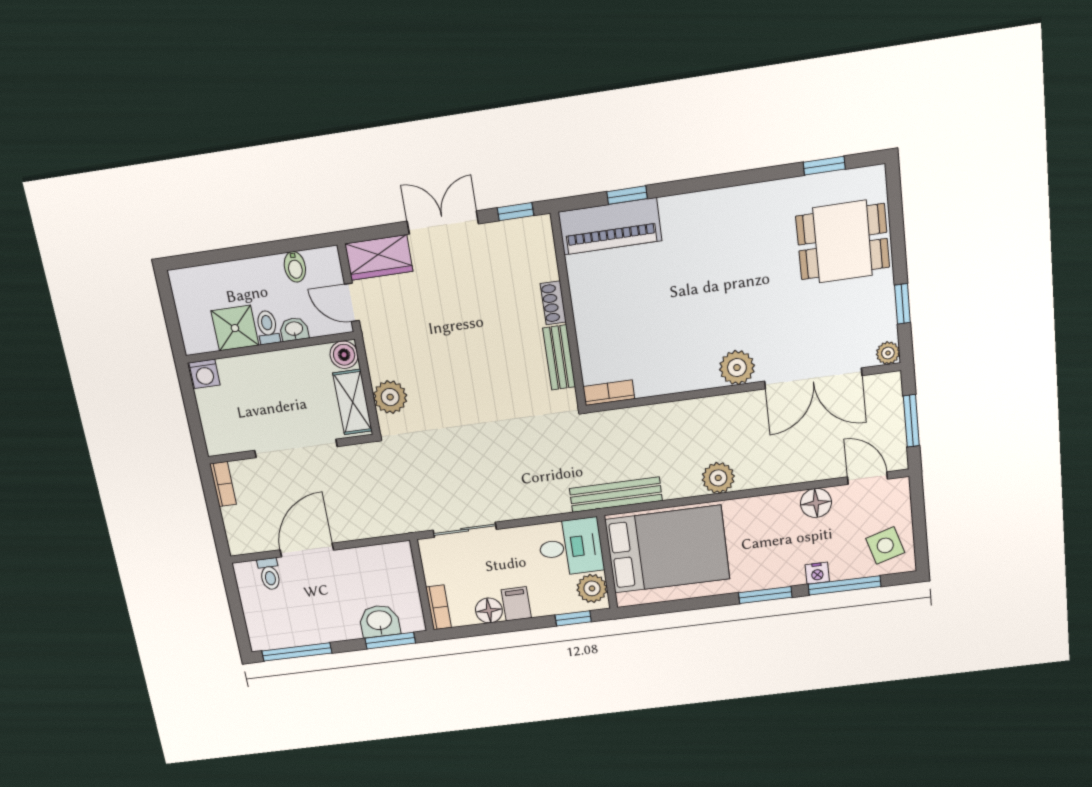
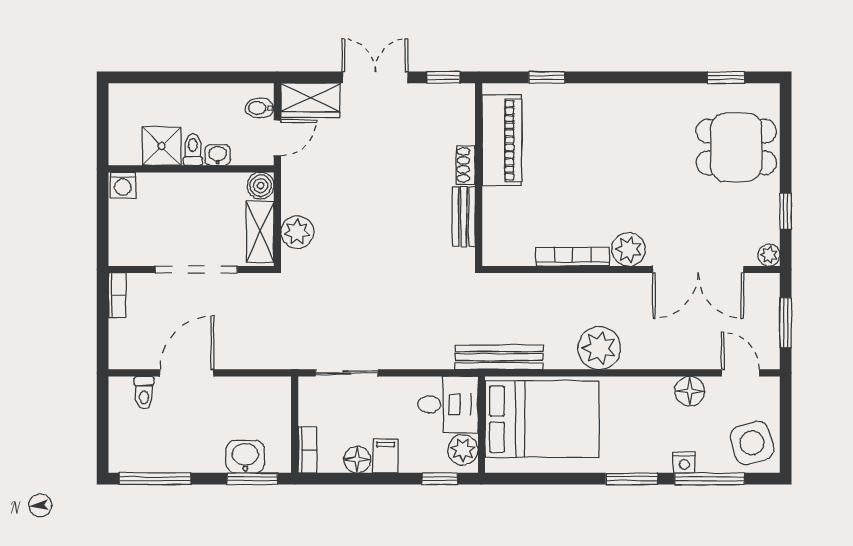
piano: (610, 226) -> (502, 140), moved, turned -90
bidet: (295, 267) -> (260, 108), moved, turned 90
door: (352, 302) -> (277, 138), swing flipped
bookcase: (609, 393) -> (573, 257), moved, width x1.56
plant: (718, 478) -> (599, 348), width x1.36, depth x1.36
side table: (885, 545) -> (752, 443), width x1.37, depth x1.37

